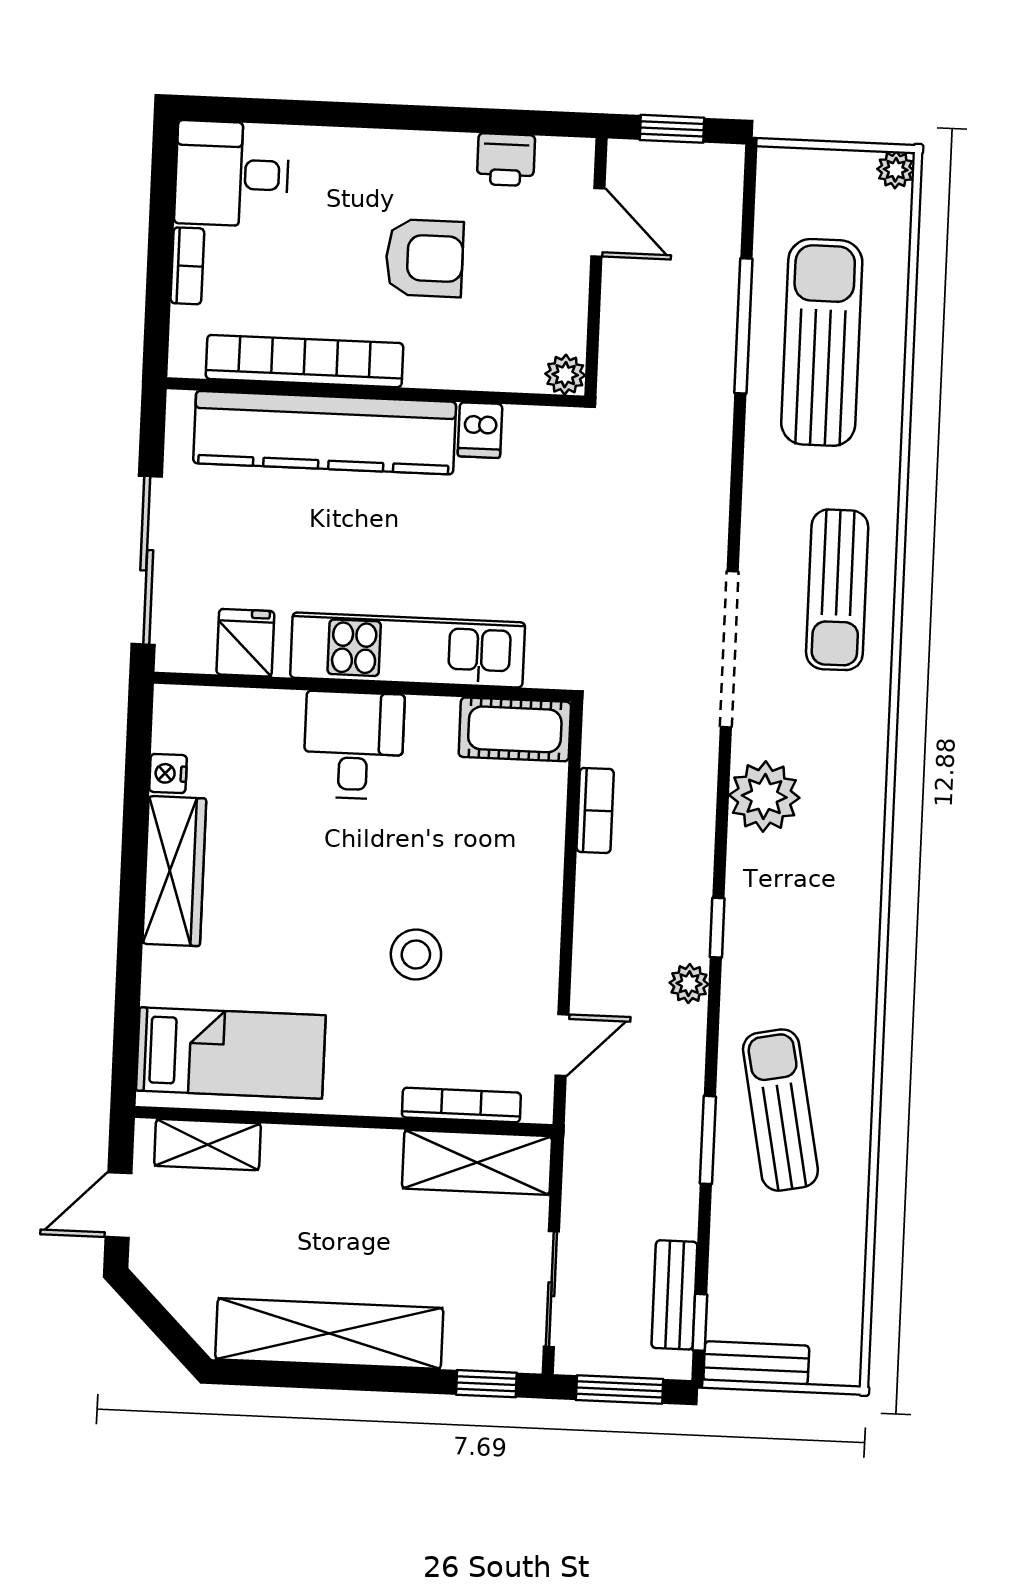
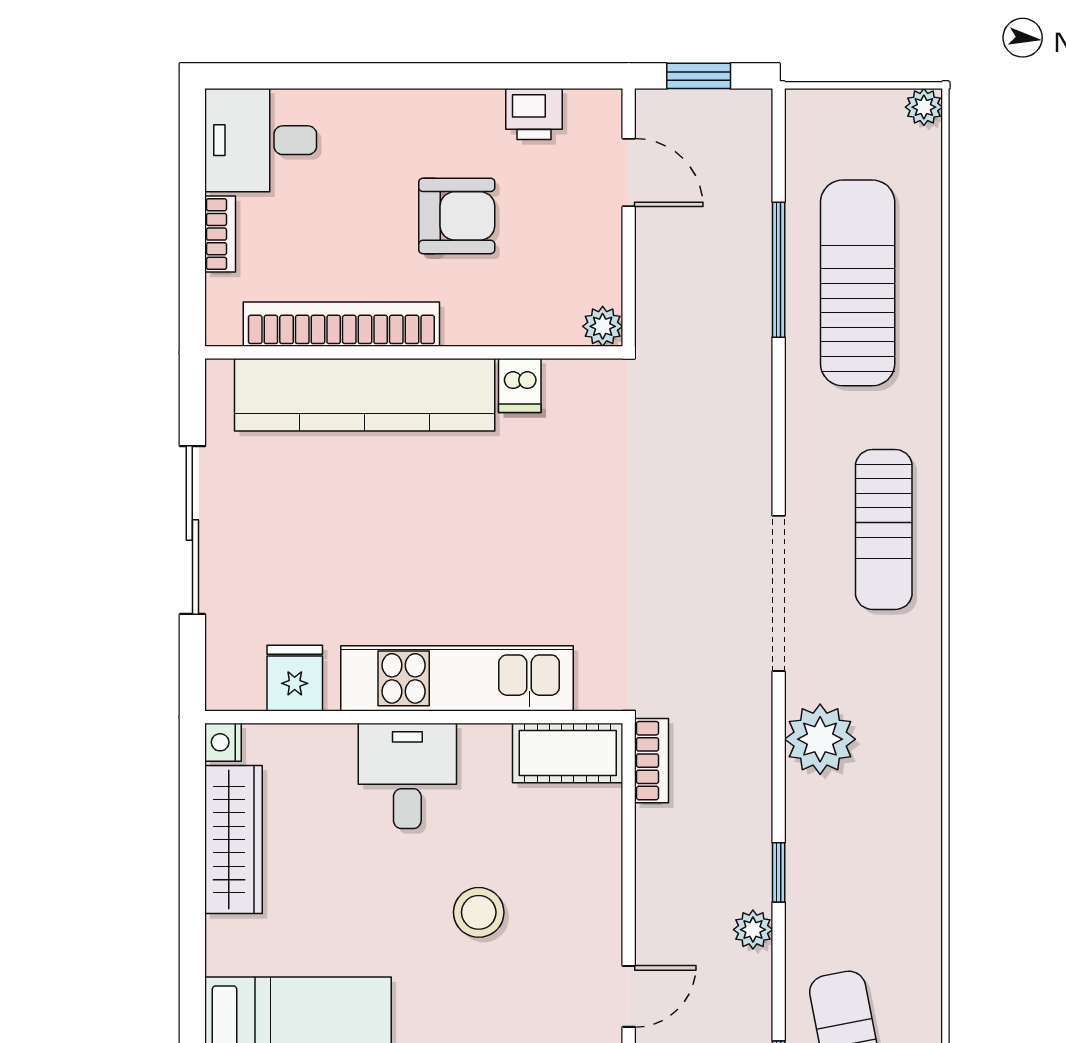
fridge: (245, 643) -> (295, 678), moved
kitchen unit: (408, 650) -> (457, 678), moved
wall: (363, 687) -> (414, 717), moved
cot: (515, 729) -> (568, 753), moved
desk: (354, 745) -> (407, 776), moved

